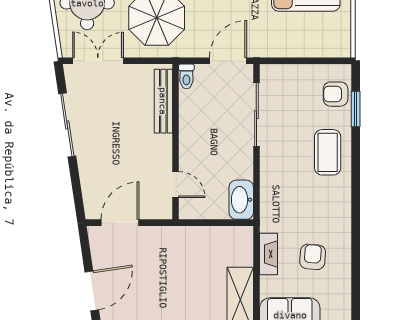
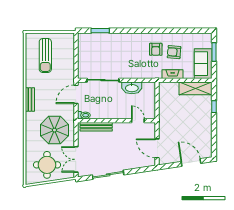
door: (228, 61) -> (76, 94), hinge flipped
armchair: (336, 94) -> (156, 49), moved
coffee table: (328, 152) -> (122, 45), removed
door: (176, 185) -> (138, 121), hinge flipped
washbasin: (241, 200) -> (132, 88), moved

